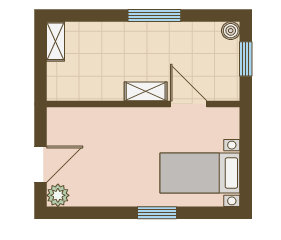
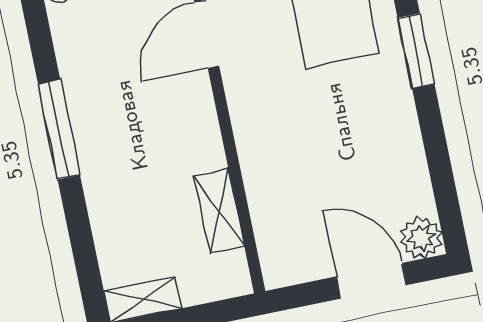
shelving: (146, 91) -> (219, 211), moved

